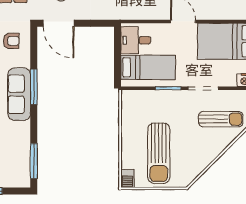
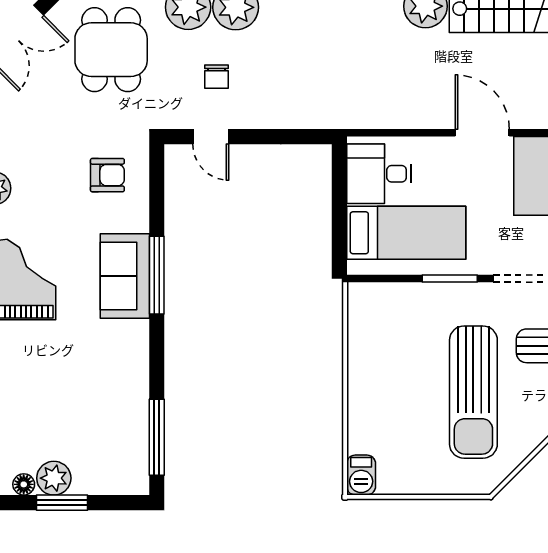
door: (59, 23) -> (211, 137), width x0.53
sofa: (19, 94) -> (125, 276), width x0.73
sun lounger: (159, 153) -> (473, 392), moved

